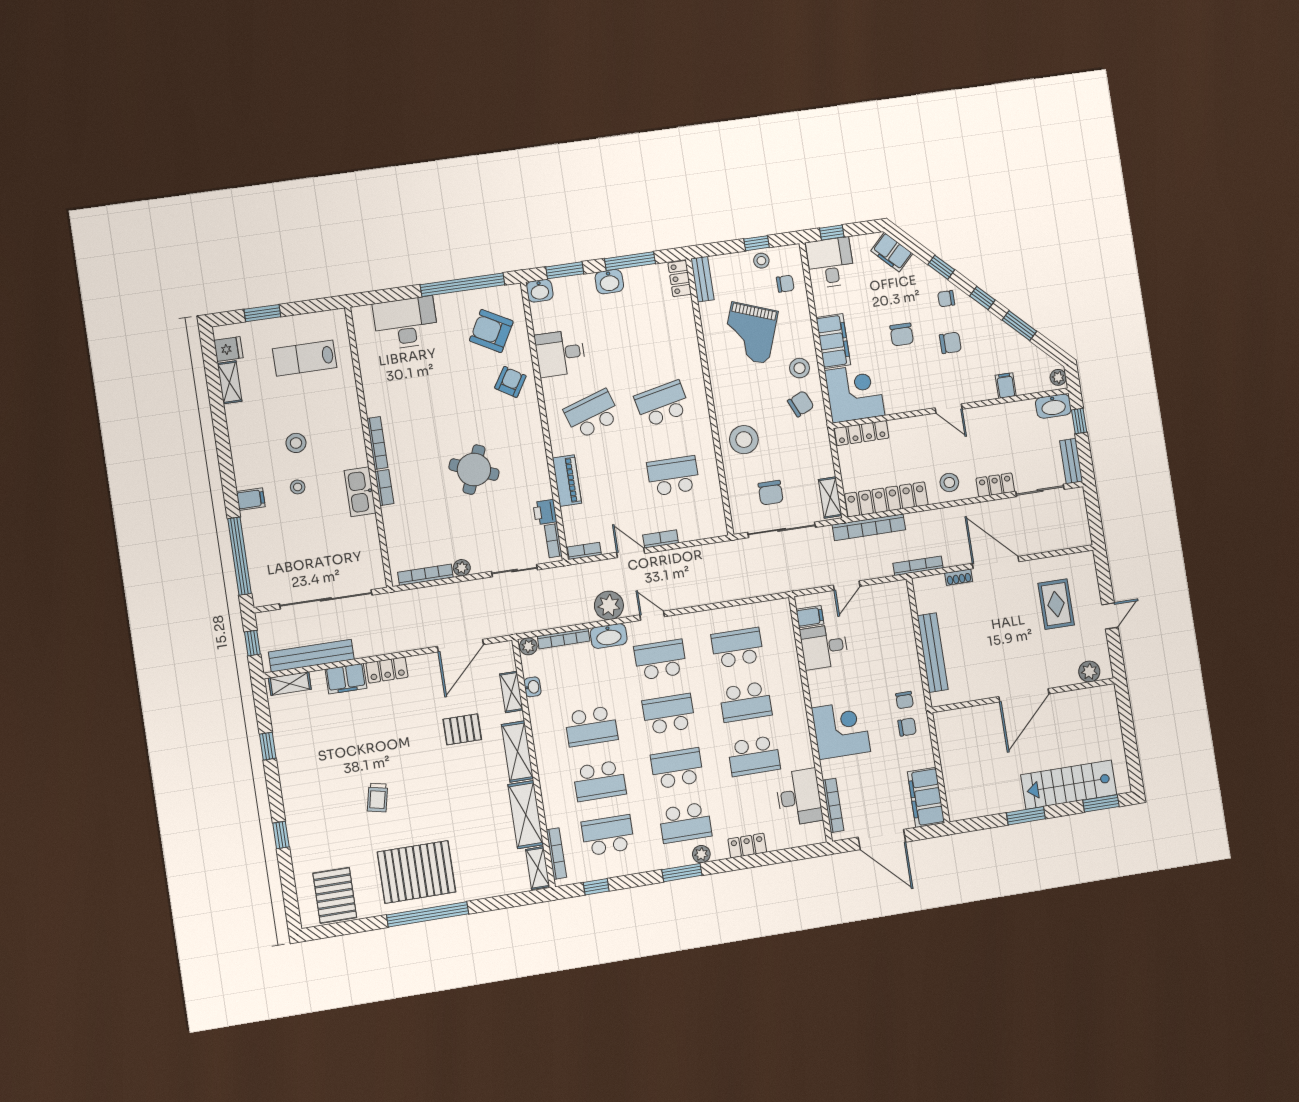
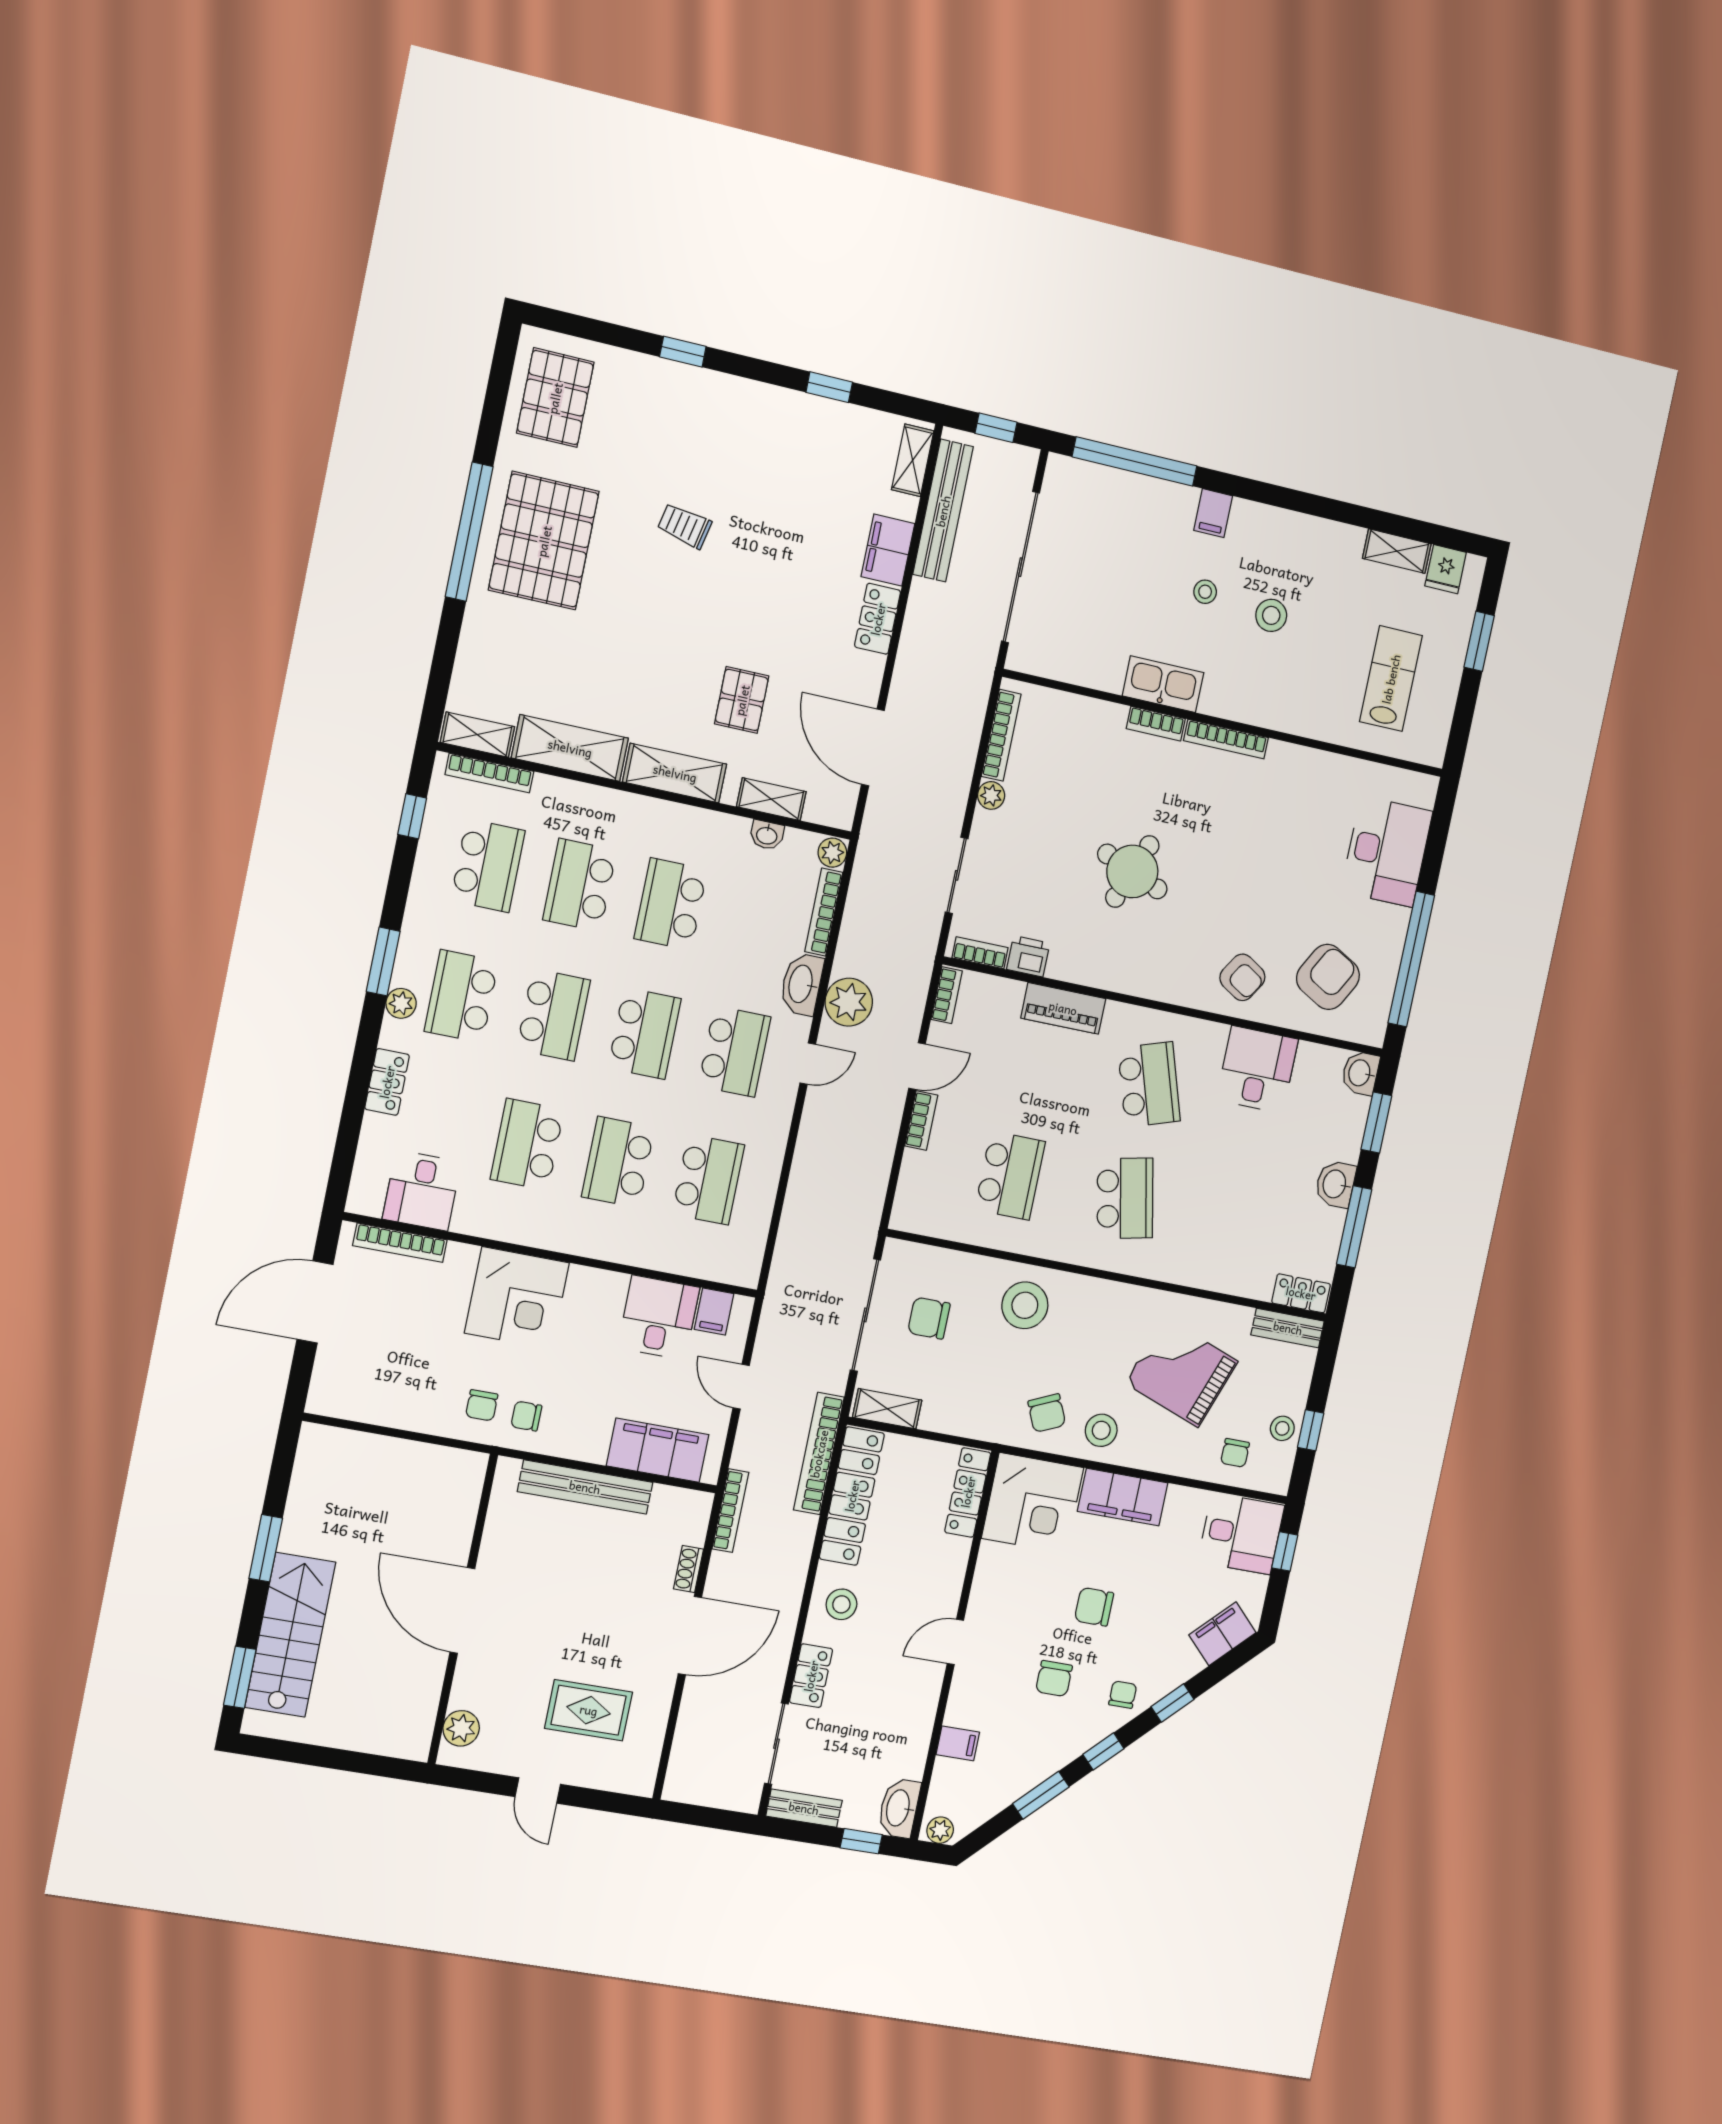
desk: (799, 797) -> (422, 1190), width x0.73
filing cabinet: (926, 797) -> (658, 1450), moved
pallet: (335, 895) -> (555, 398), turned 90

